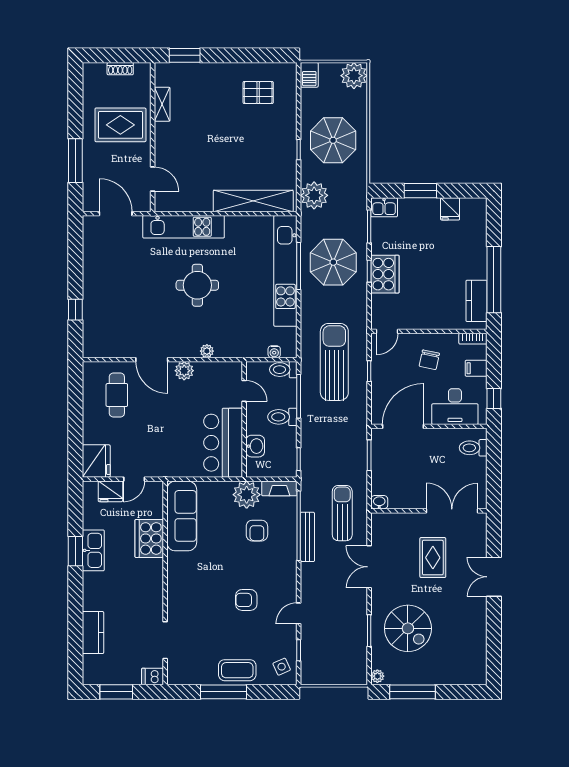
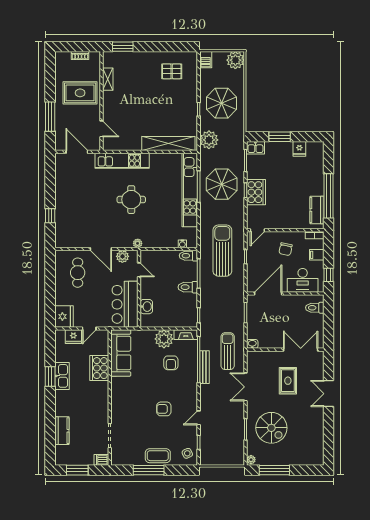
door: (244, 391) -> (139, 270), moved
wall: (244, 419) -> (139, 289), moved
bar counter: (223, 443) -> (125, 304), moved
washbasin: (255, 446) -> (146, 307), moved

